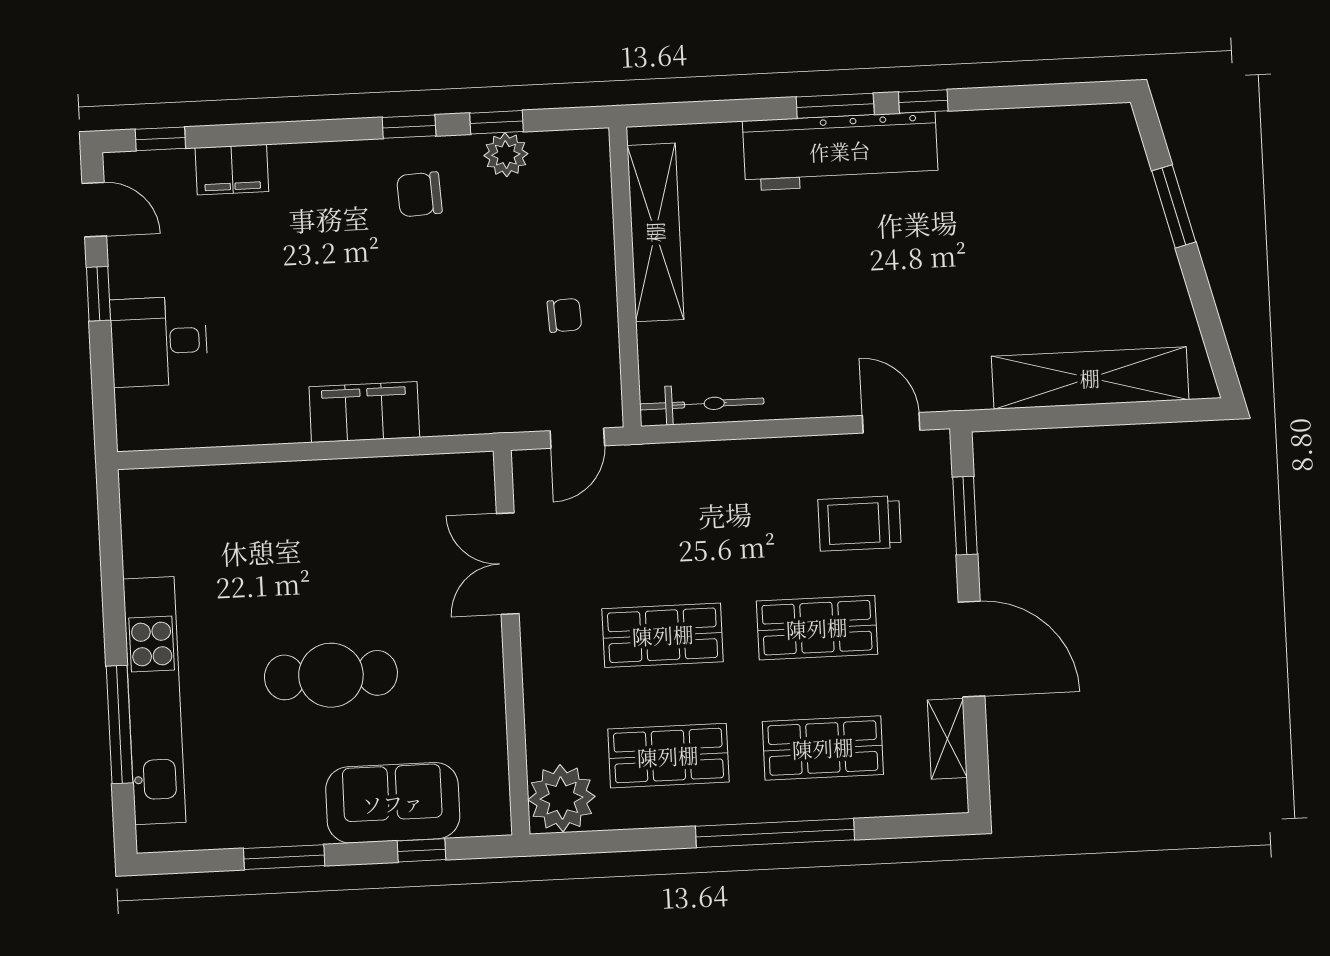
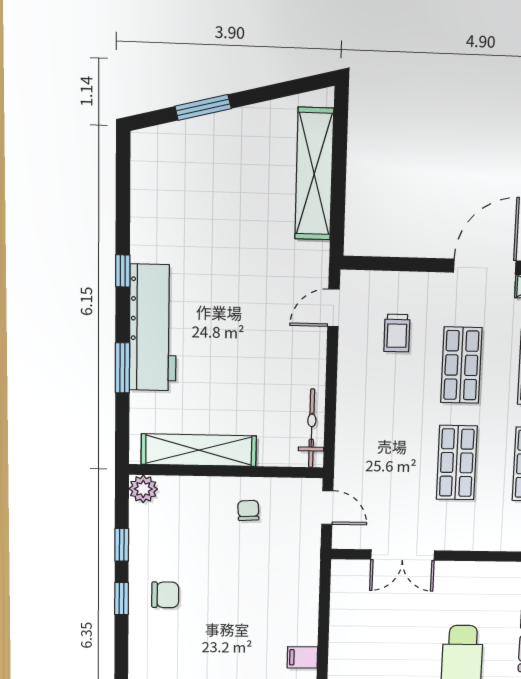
window: (835, 106) -> (122, 368), moved
plant: (506, 155) -> (143, 489), moved
chair: (419, 194) -> (165, 595), turned -87
filing cabinet: (364, 412) -> (302, 657), width x0.33, depth x0.86
window: (965, 516) -> (398, 264), removed
trolley: (860, 523) -> (397, 333), width x0.73, depth x0.72

